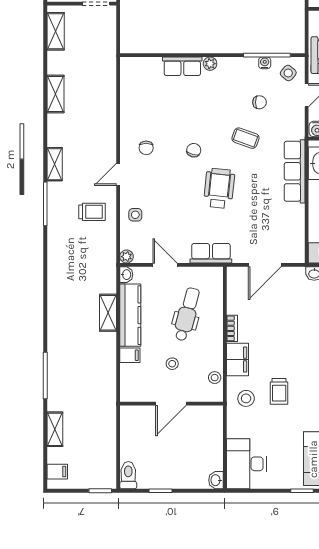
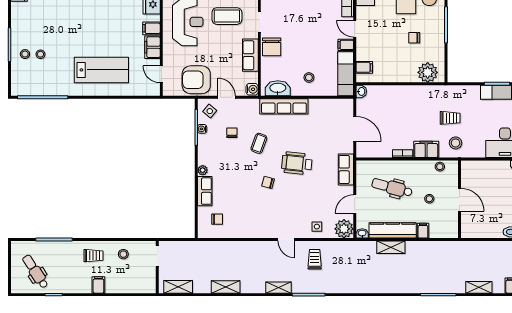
chair: (146, 148) -> (217, 219), moved
plant: (127, 257) -> (344, 229), width x1.88, depth x1.88

